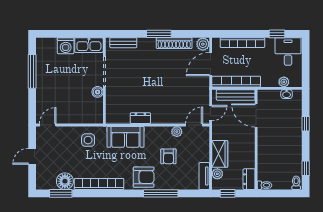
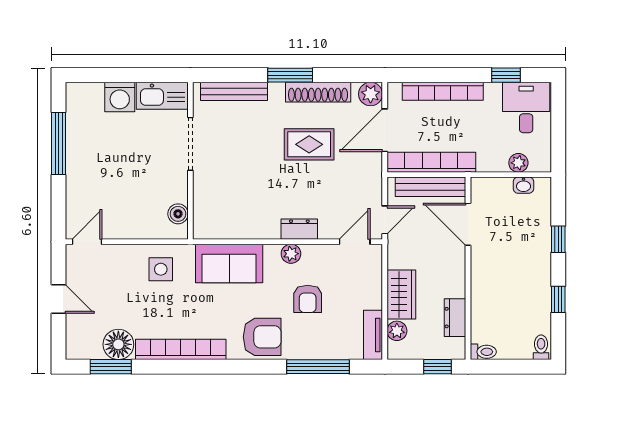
bench: (123, 43) -> (234, 91), width x1.36
rug: (169, 72) -> (309, 144), added
boiler: (98, 92) -> (178, 214), moved
dresser: (140, 118) -> (299, 229), moved
plant: (177, 132) -> (291, 254), moved
door: (32, 156) -> (59, 299), swing flipped
window: (306, 168) -> (558, 299), moved
dresser: (249, 179) -> (455, 318), moved
window: (161, 193) -> (318, 367), moved
window: (228, 193) -> (438, 367), moved

